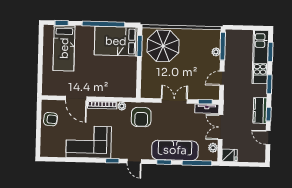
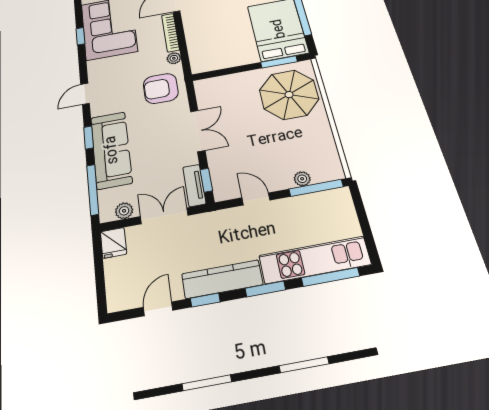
window: (270, 52) -> (331, 277), width x1.44
kitchen counter: (260, 110) -> (222, 279), width x1.50
window: (112, 161) -> (80, 36), moved

